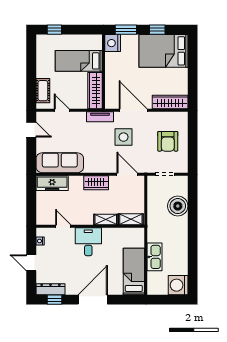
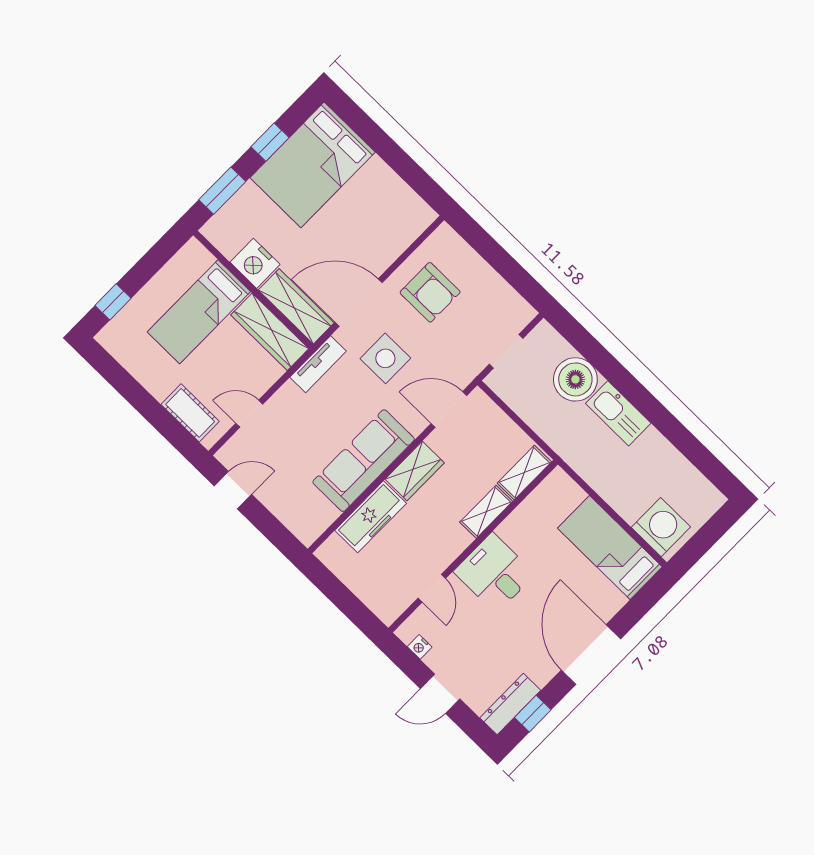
nightstand: (113, 43) -> (255, 263), moved
wardrobe: (170, 102) -> (296, 306), moved, turned 90
armchair: (168, 141) -> (430, 292), moved
sofa: (60, 163) -> (364, 461), moved
freezer: (52, 183) -> (371, 517), moved
door: (63, 226) -> (432, 588), swing flipped
kitchen sink: (155, 257) -> (618, 413), moved, turned 180
washing machine: (178, 285) -> (661, 527), moved, turned 180

